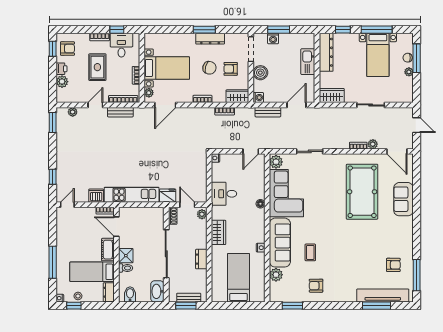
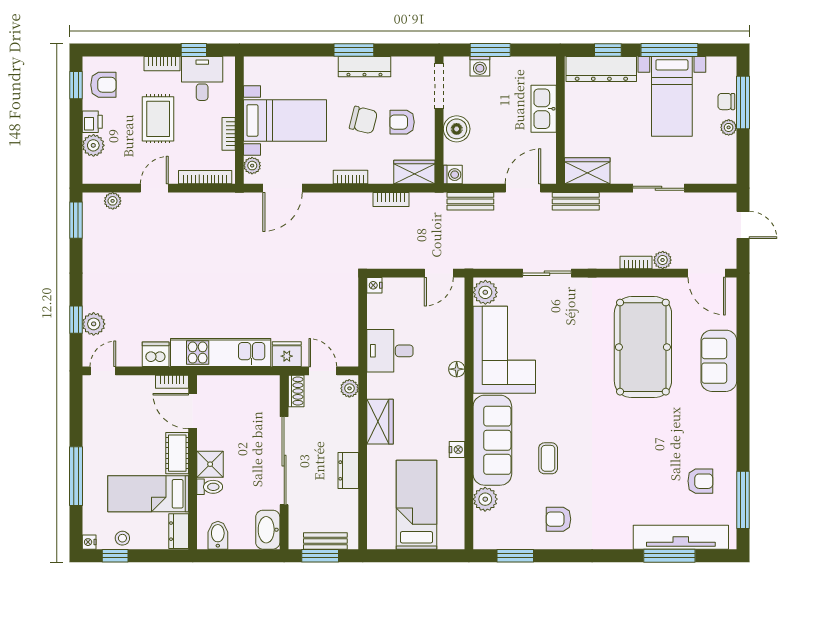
dresser: (326, 52) -> (601, 69), moved, turned 90
bench: (120, 112) -> (576, 201), moved
plant: (62, 179) -> (94, 324), added

